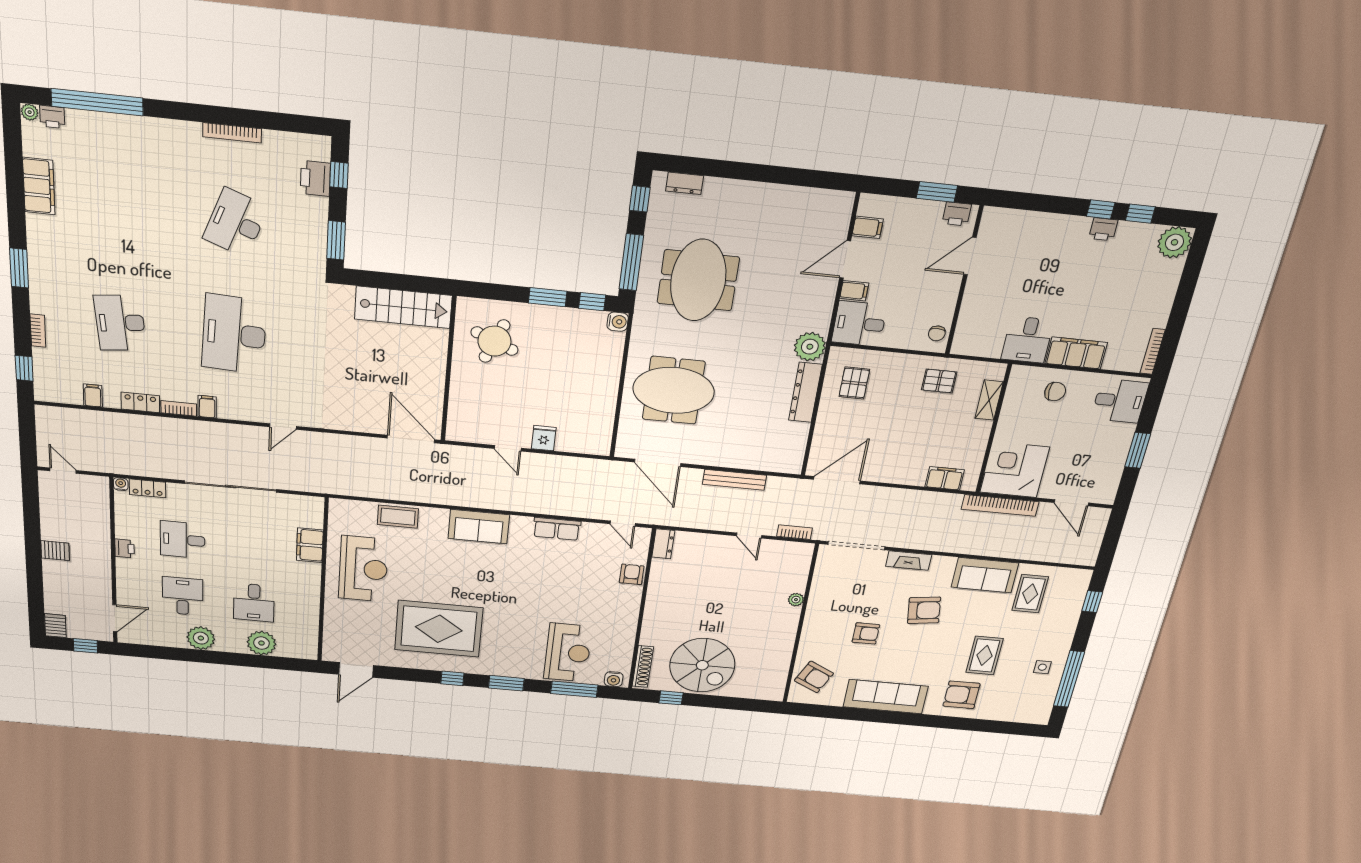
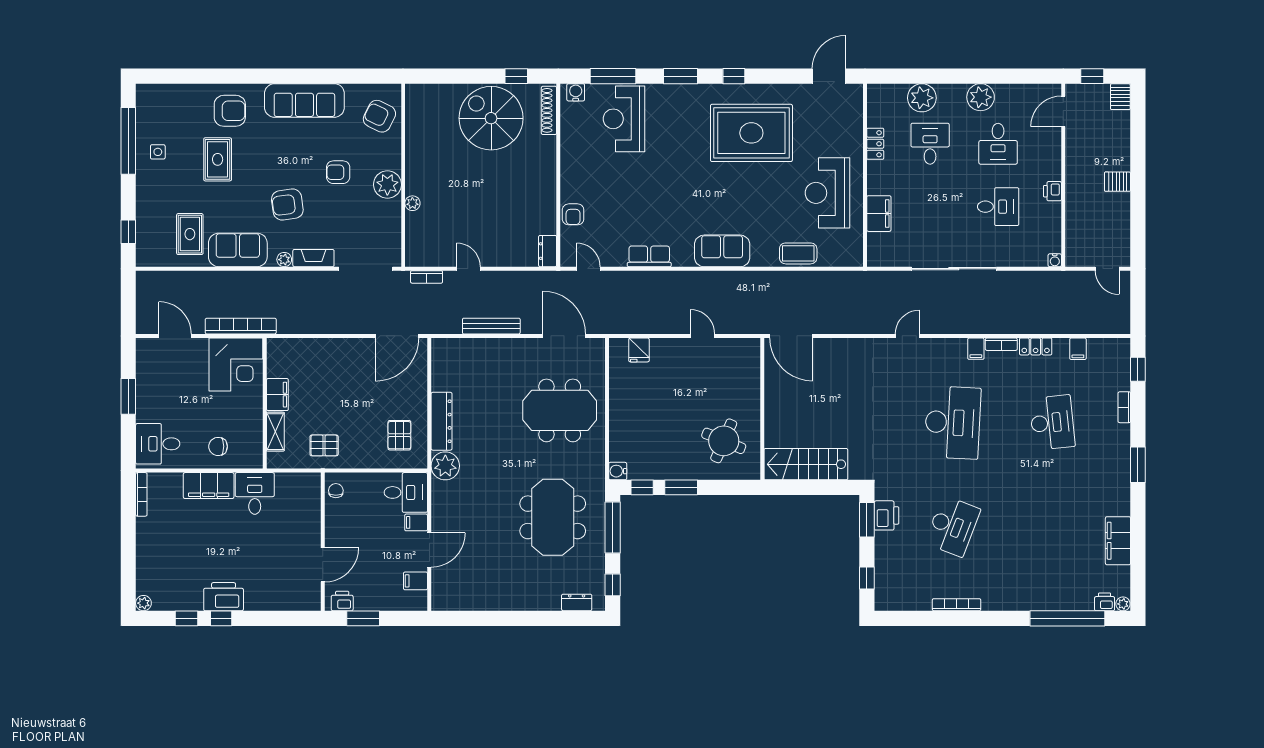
printer: (315, 178) -> (887, 515), moved
printer: (1103, 229) -> (224, 597), width x1.87, depth x1.48
plant: (1175, 242) -> (143, 603), width x0.53, depth x0.53
fridge: (544, 438) -> (639, 350), moved
filing cabinet: (945, 478) -> (277, 395), moved, turned -90
locker: (148, 488) -> (875, 144), moved, turned 90
plant: (939, 562) -> (284, 260), added
plant: (818, 618) -> (387, 185), added

